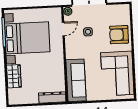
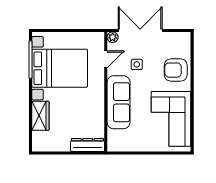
sofa: (76, 80) -> (119, 102), moved

